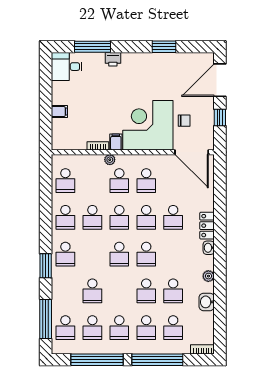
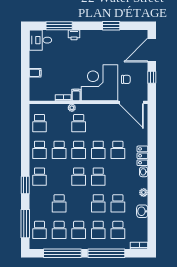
school desk: (146, 181) -> (98, 123), removed

